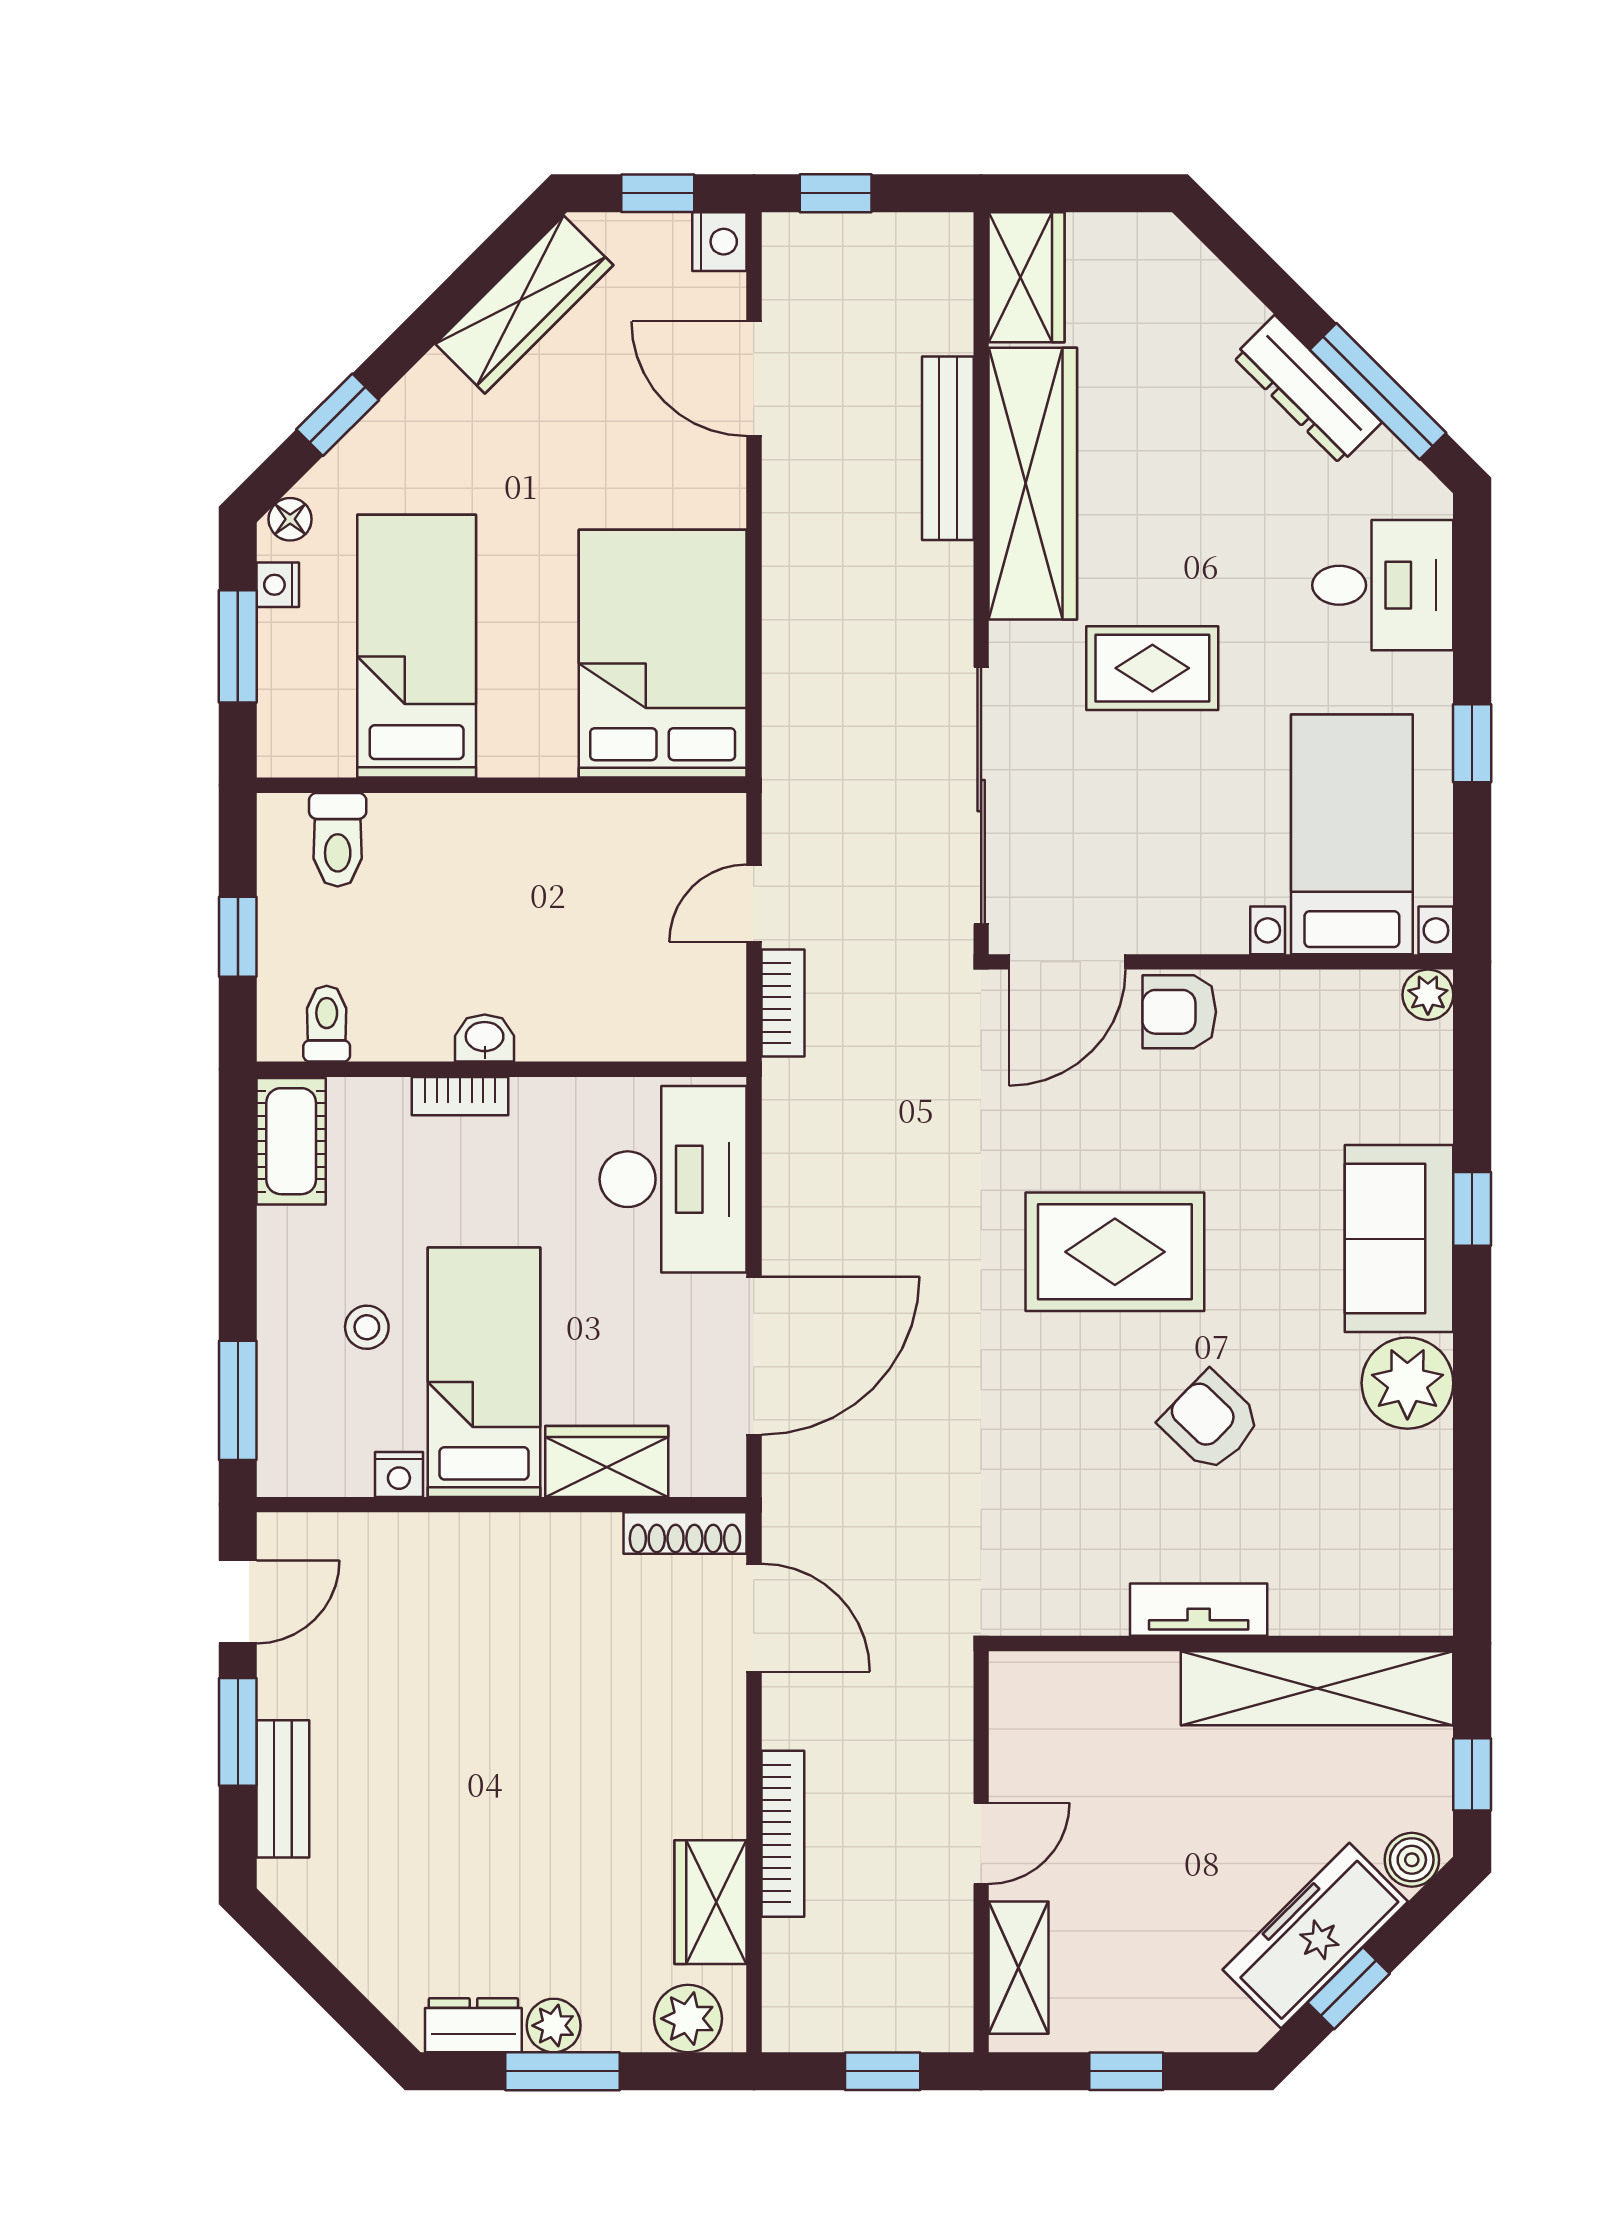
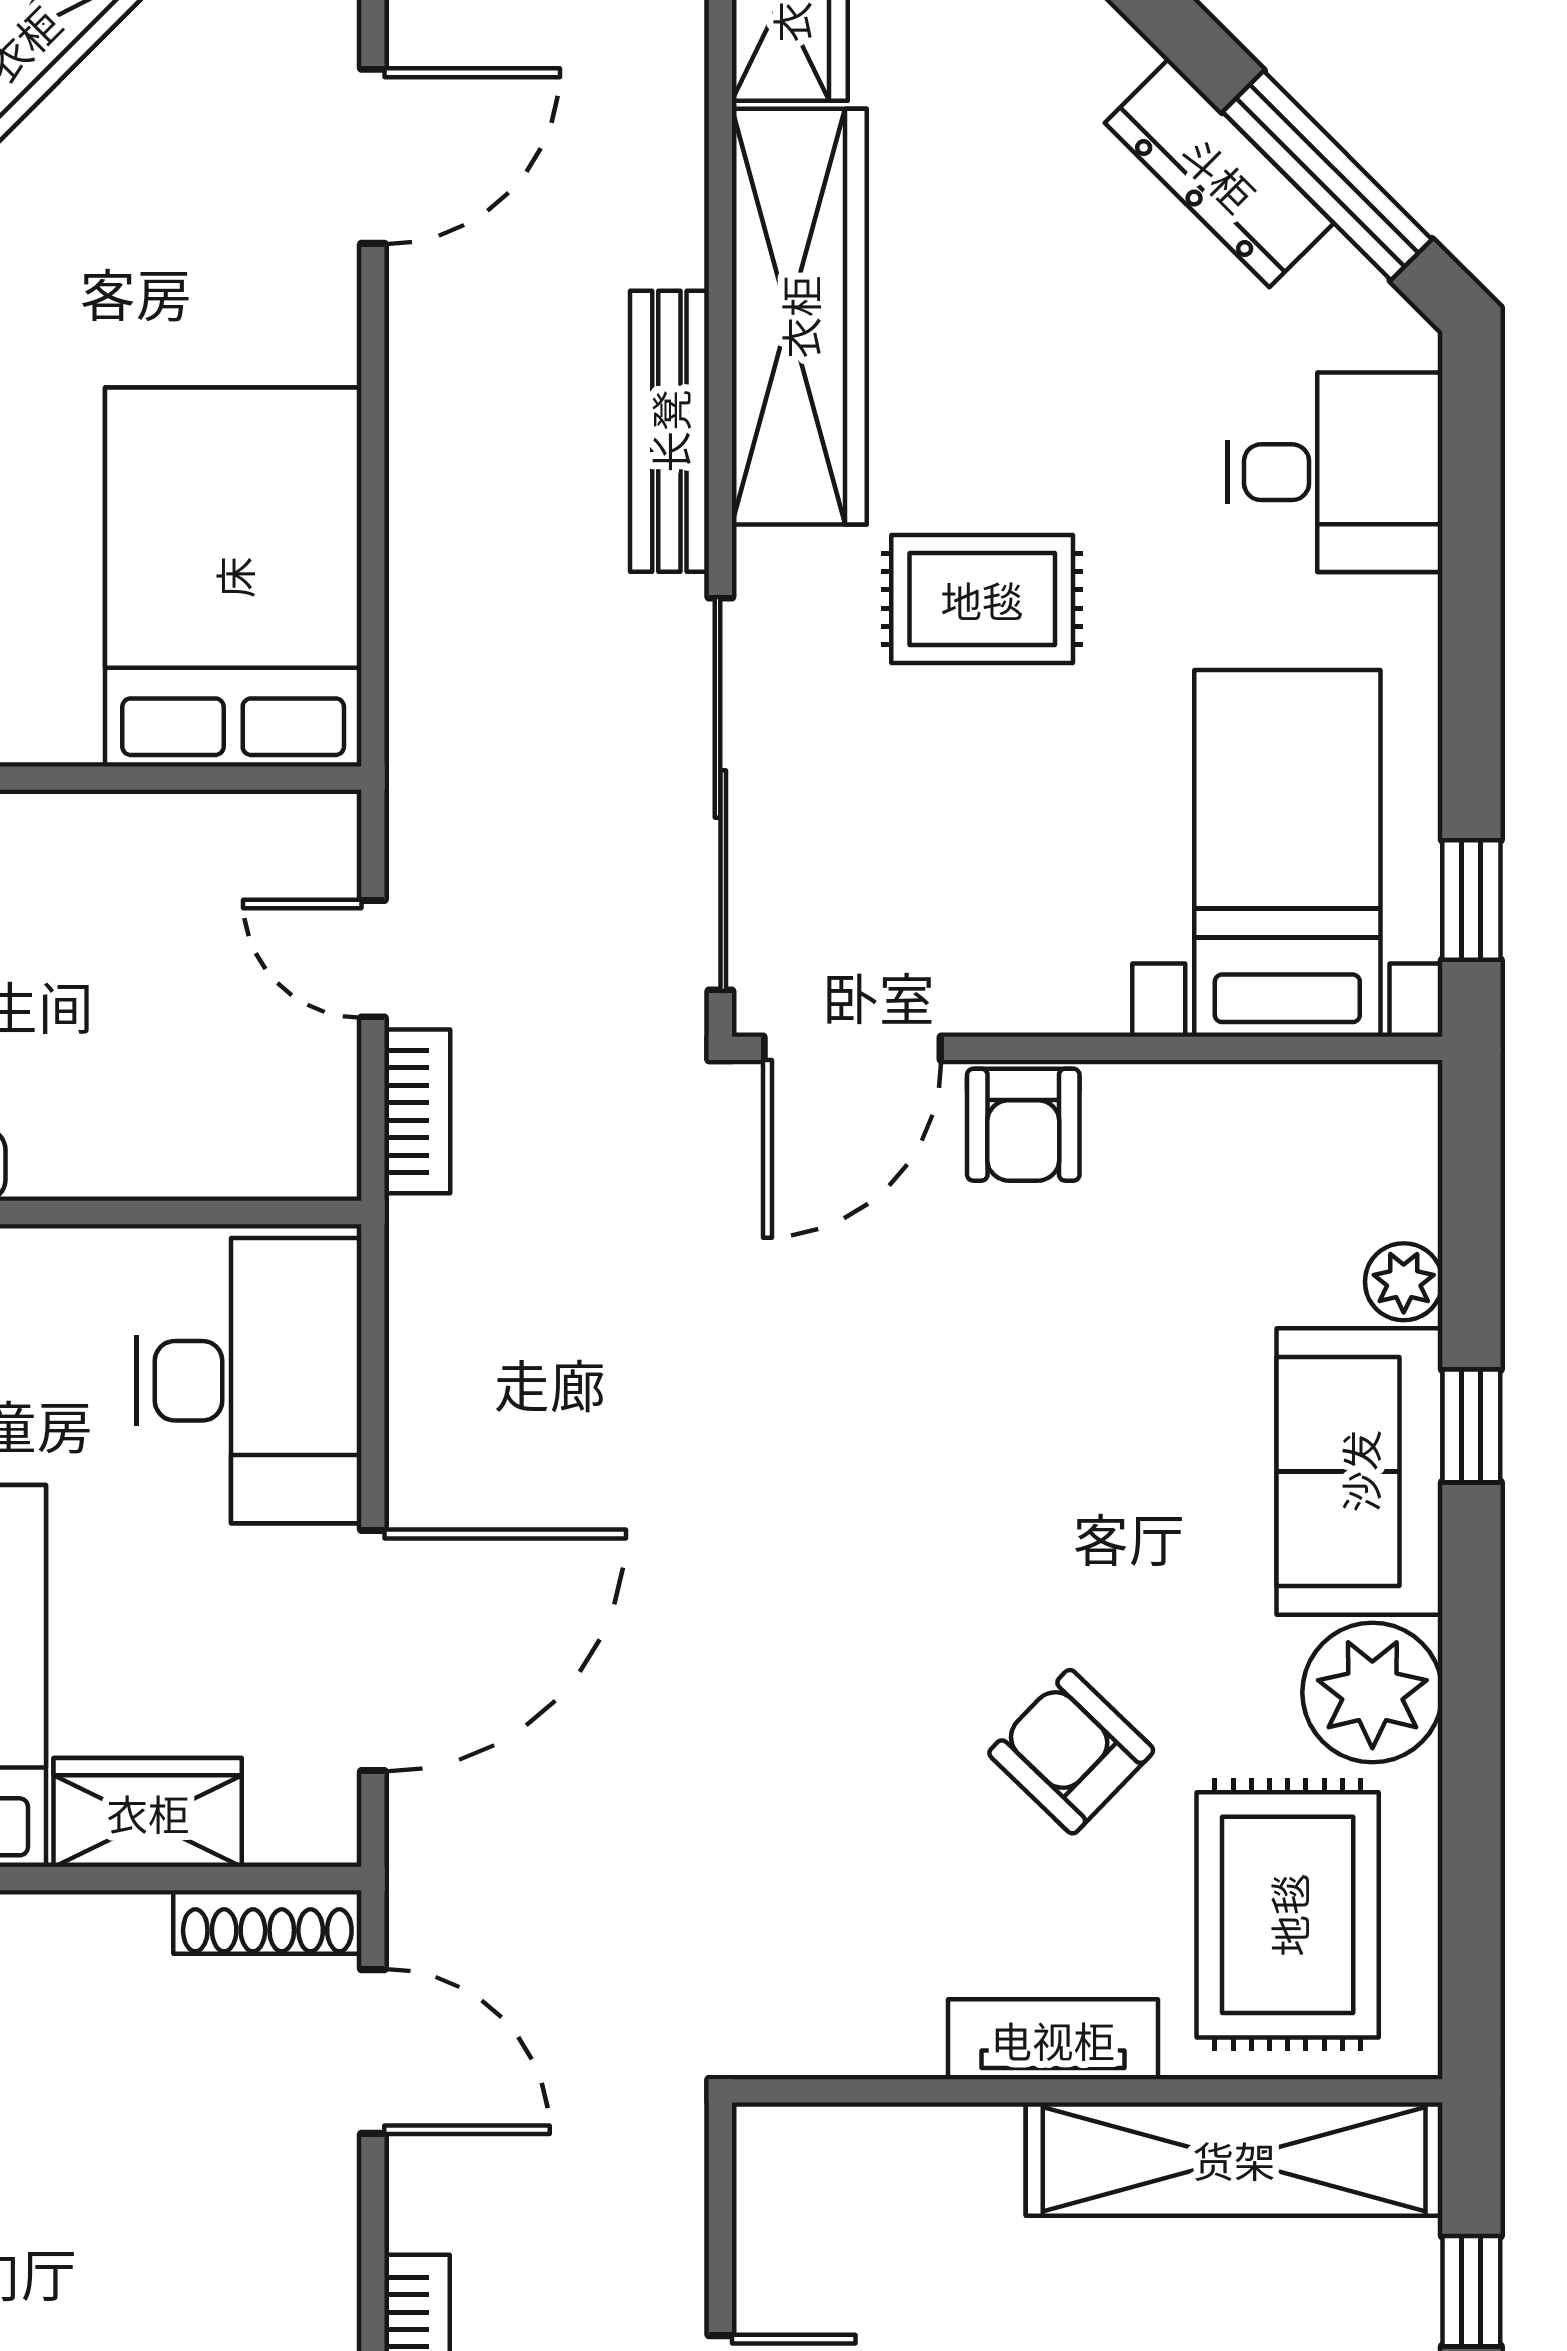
door: (754, 379) -> (373, 156), swing flipped
bench: (948, 448) -> (669, 431), moved
window: (1472, 743) -> (1471, 900), moved
door: (754, 903) -> (373, 959), hinge flipped
plant: (1428, 995) -> (1404, 1282), moved
armchair: (1179, 1012) -> (1023, 1125), turned -90
rug: (1115, 1252) -> (1288, 1915), moved, turned 90

